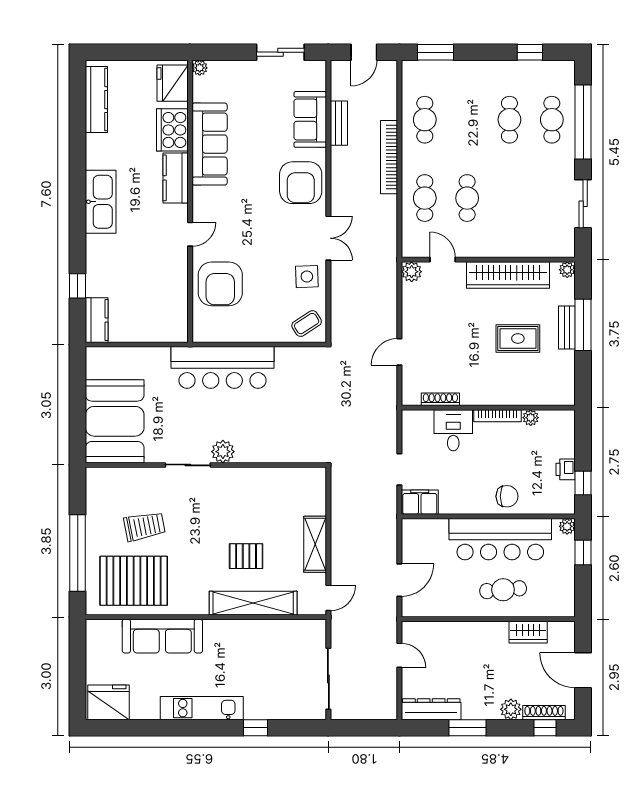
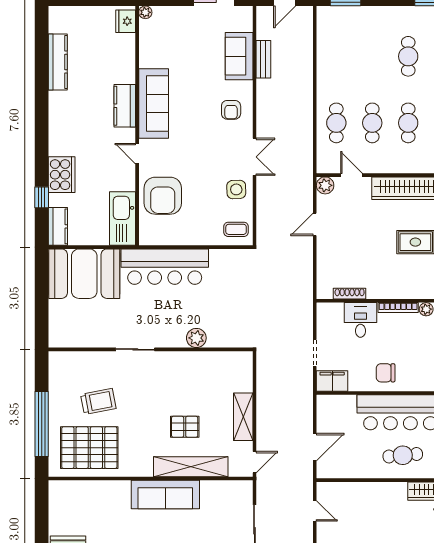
fridge: (173, 83) -> (126, 21), width x0.73, depth x0.75
kitchen counter: (96, 100) -> (58, 62), moved
cafe table: (425, 120) -> (408, 123), moved
cooker: (172, 130) -> (62, 175), moved, turned 180
sofa: (210, 144) -> (154, 103), moved
bookcase: (389, 157) -> (306, 88), removed
armchair: (301, 183) -> (231, 110), width x0.53, depth x0.53
kitchen sink: (101, 202) -> (123, 219), moved, turned 180
door: (190, 234) -> (137, 154), swing flipped
coffee table: (307, 324) -> (236, 229), turned 33
door: (399, 352) -> (315, 224), moved
booth: (115, 421) -> (84, 274), moved, turned 90
plant: (223, 452) -> (196, 338), moved
chair: (507, 496) -> (386, 373), moved, turned 180
sofa: (162, 636) -> (165, 495), moved

